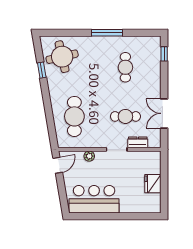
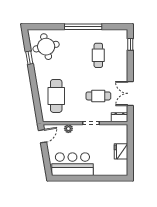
window: (107, 33) -> (83, 27), width x1.46
dresser: (138, 142) -> (120, 117), moved

